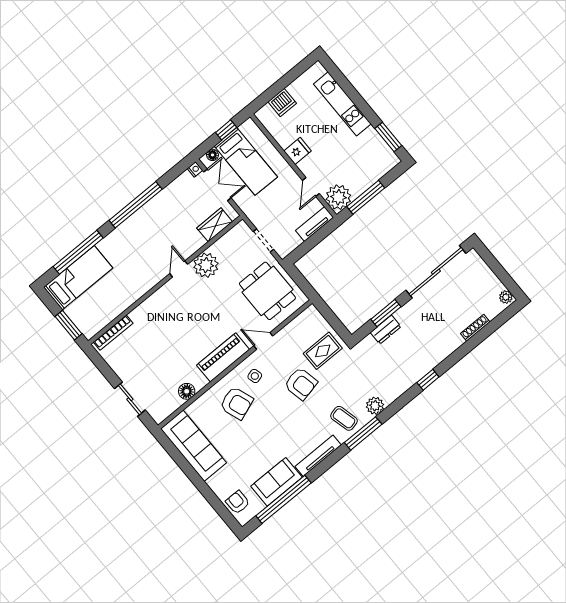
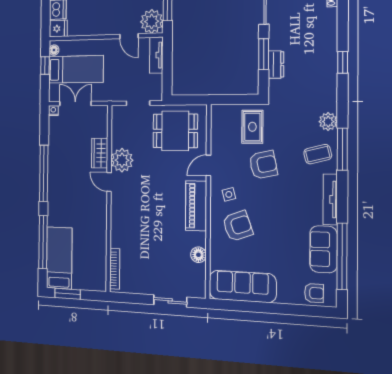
fridge: (298, 151) -> (58, 29), moved, turned 90
floor lamp: (212, 155) -> (54, 50), moved
wardrobe: (215, 225) -> (100, 153), moved
window: (69, 325) -> (68, 294), moved
armchair: (238, 502) -> (314, 293), turned 180

